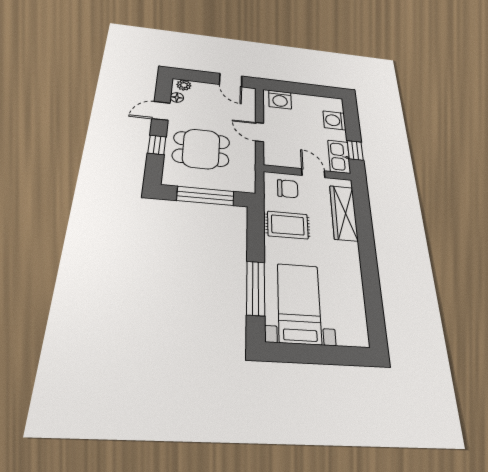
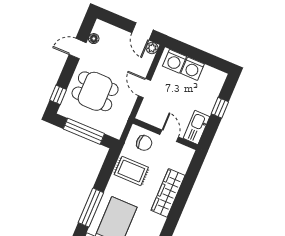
plant: (184, 85) -> (152, 48), moved
washing machine: (334, 120) -> (192, 69), moved, turned -90
window: (157, 145) -> (58, 95), moved
window: (355, 150) -> (220, 108), moved
wardrobe: (344, 213) -> (168, 193), moved

